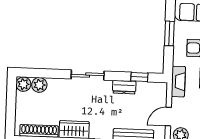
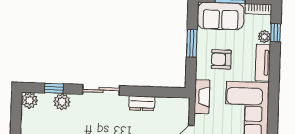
window: (139, 77) -> (54, 88), moved
plant: (39, 85) -> (62, 102), moved

